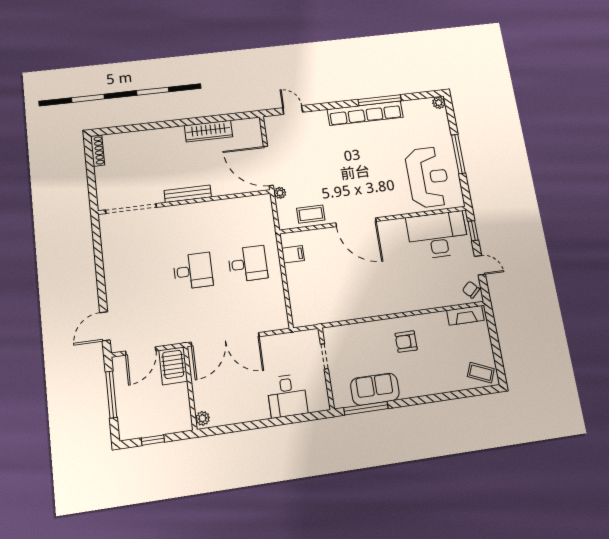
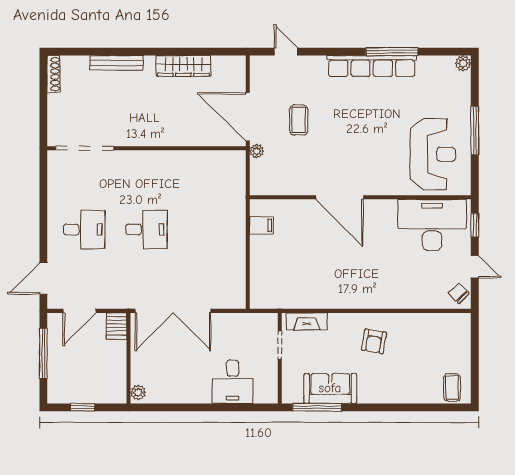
bench: (188, 194) -> (117, 63), moved
coffee table: (311, 214) -> (299, 120), moved, turned 90
desk: (248, 264) -> (84, 230), moved
fireplace: (465, 315) -> (307, 321), moved
armchair: (406, 342) -> (374, 341), turned -80
server rack: (173, 366) -> (117, 326), width x0.73, depth x0.70
coffee table: (481, 373) -> (452, 387), turned 66

